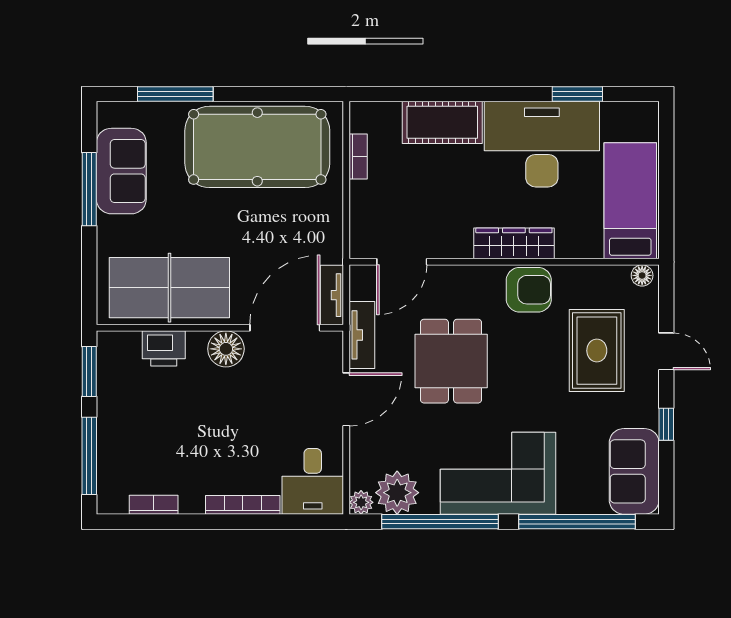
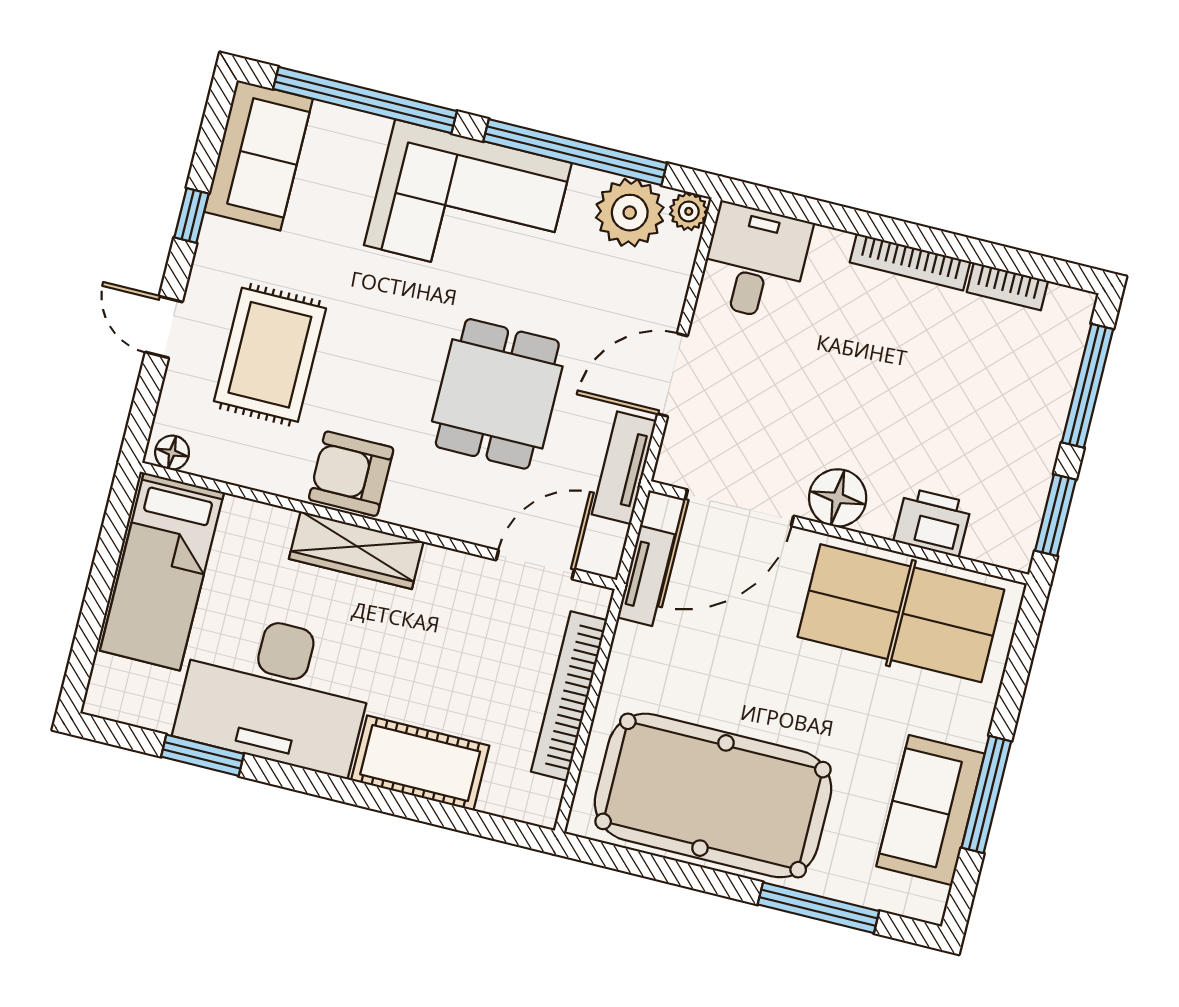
bookcase: (358, 156) -> (569, 696), width x2.31, depth x1.31
tv unit: (332, 295) -> (646, 576), moved
bookcase: (243, 505) -> (910, 262), moved

